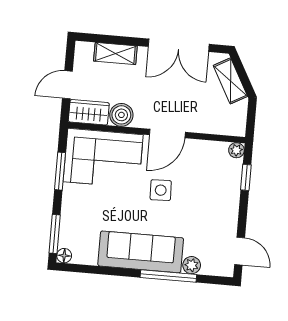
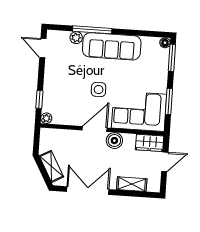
boiler: (121, 115) -> (114, 141), moved

